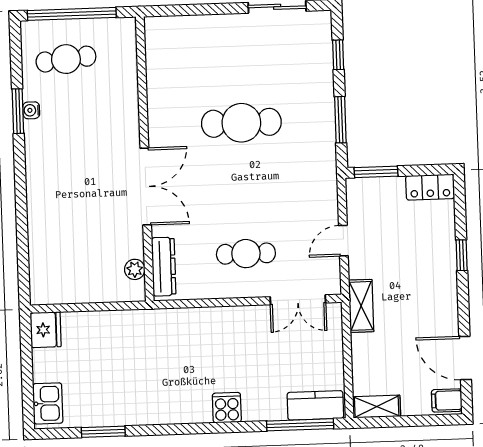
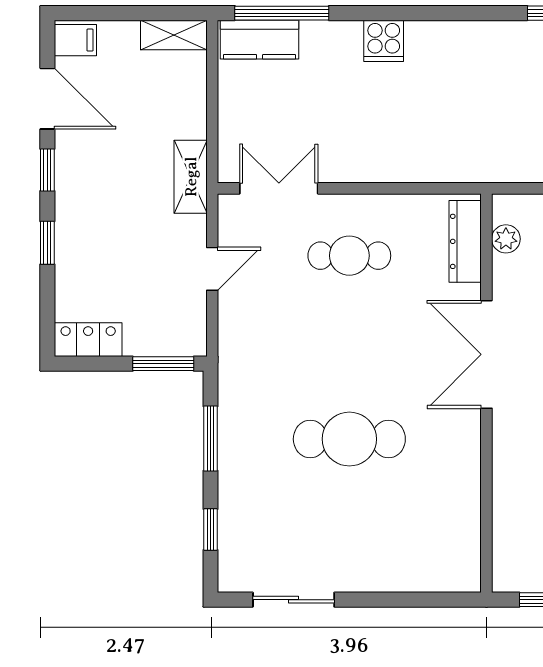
window: (463, 307) -> (47, 170), added

